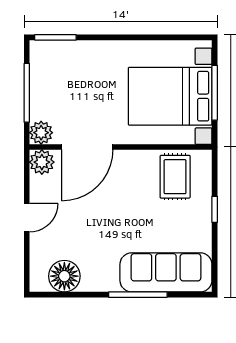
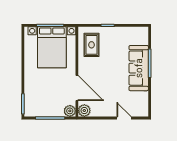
rug: (175, 177) -> (91, 45), turned 90
door: (27, 218) -> (124, 118), moved
sofa: (166, 272) -> (139, 68), moved
floor lamp: (64, 276) -> (141, 99), removed

